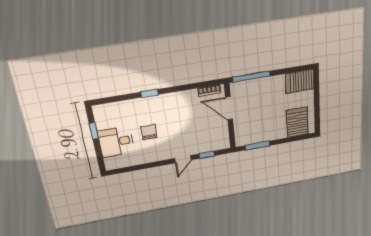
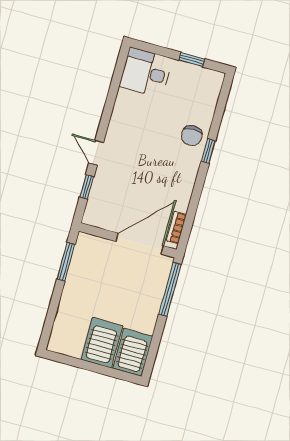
door: (229, 108) -> (140, 244), width x1.36
server rack: (297, 122) -> (102, 343), moved, turned -90
chair: (149, 132) -> (192, 136), moved, turned 90
desk: (116, 142) -> (146, 72), moved, turned -90

